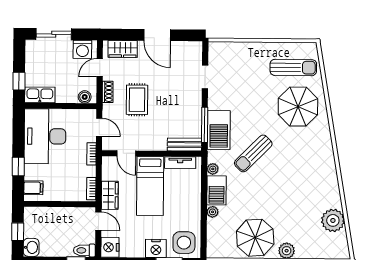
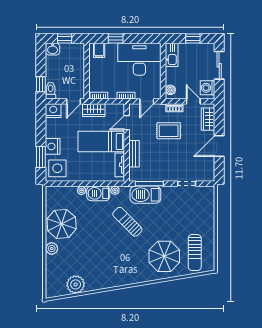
window: (19, 81) -> (193, 38), moved
bench: (184, 144) -> (134, 154), moved

